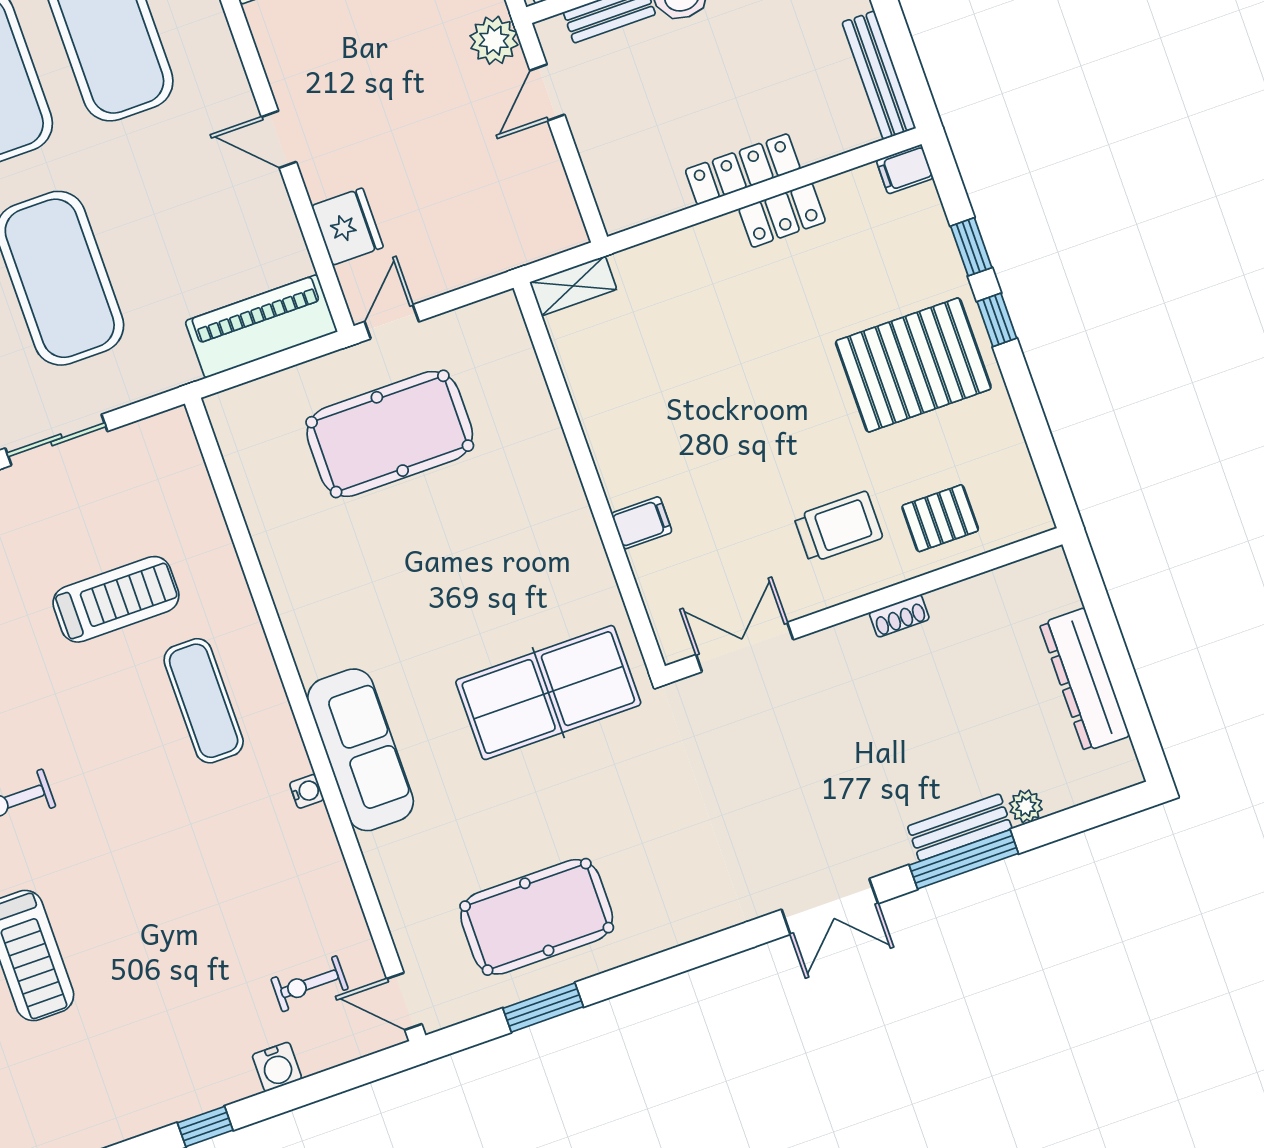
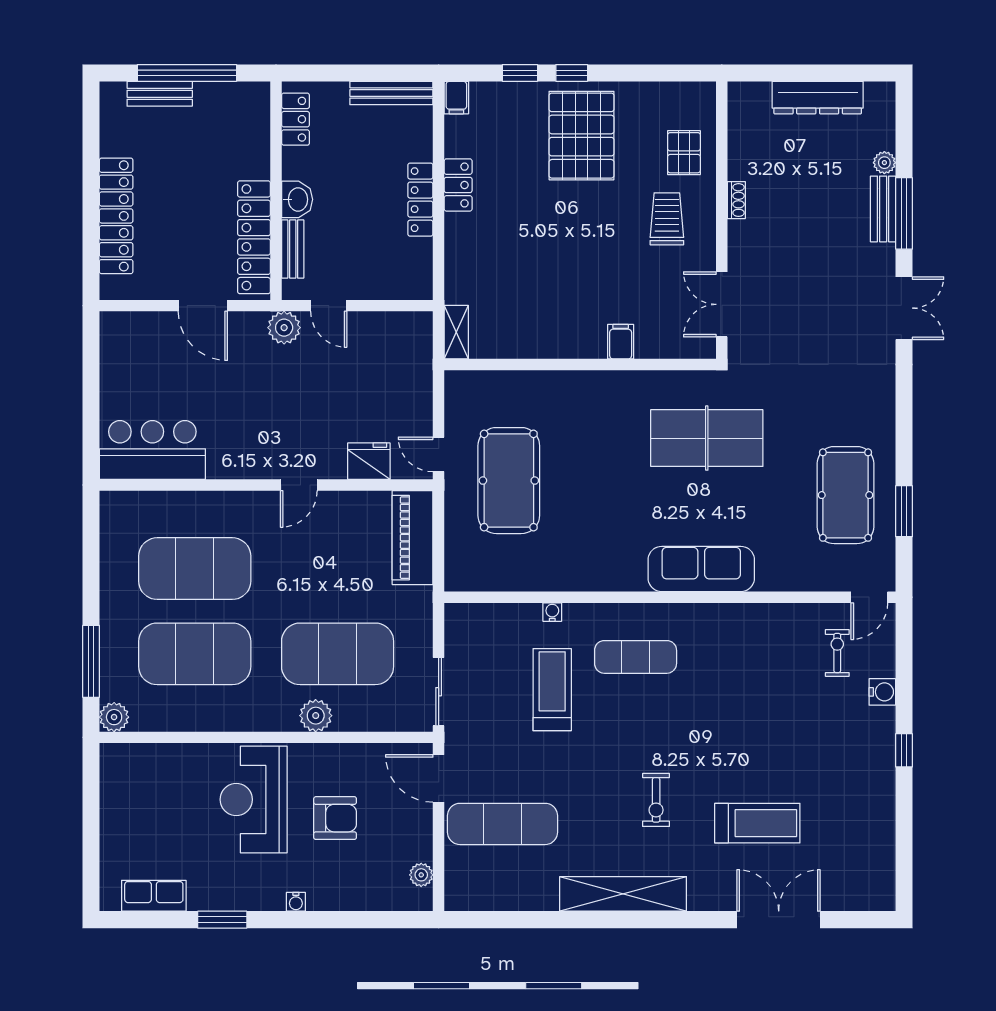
table tennis table: (548, 693) -> (707, 438), turned 90
water cooler: (307, 791) -> (552, 612), moved
exercise bike: (310, 984) -> (837, 653), turned 180

